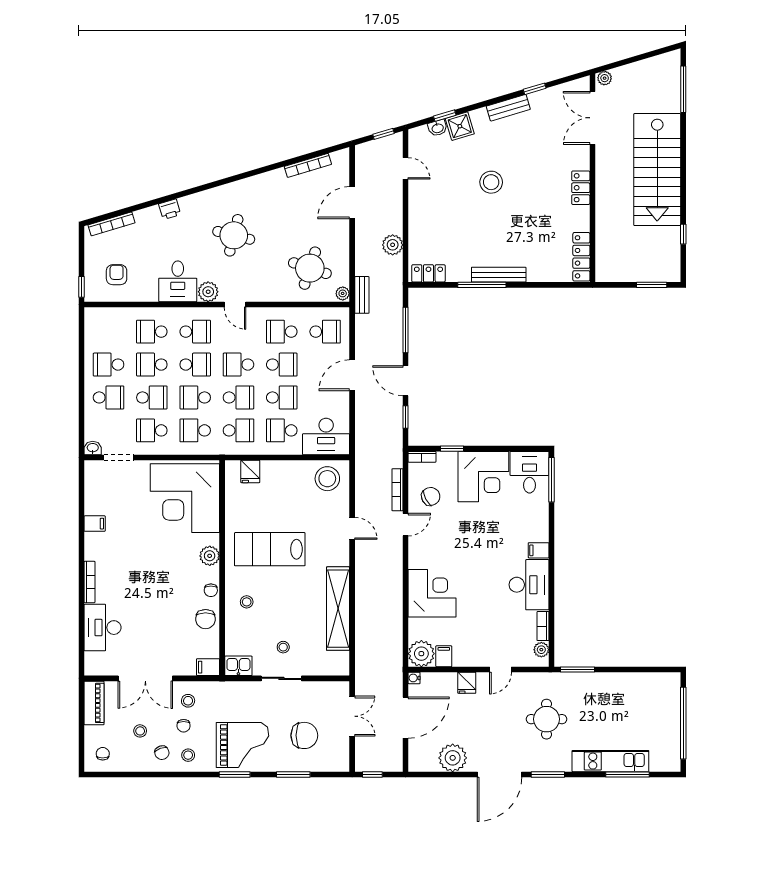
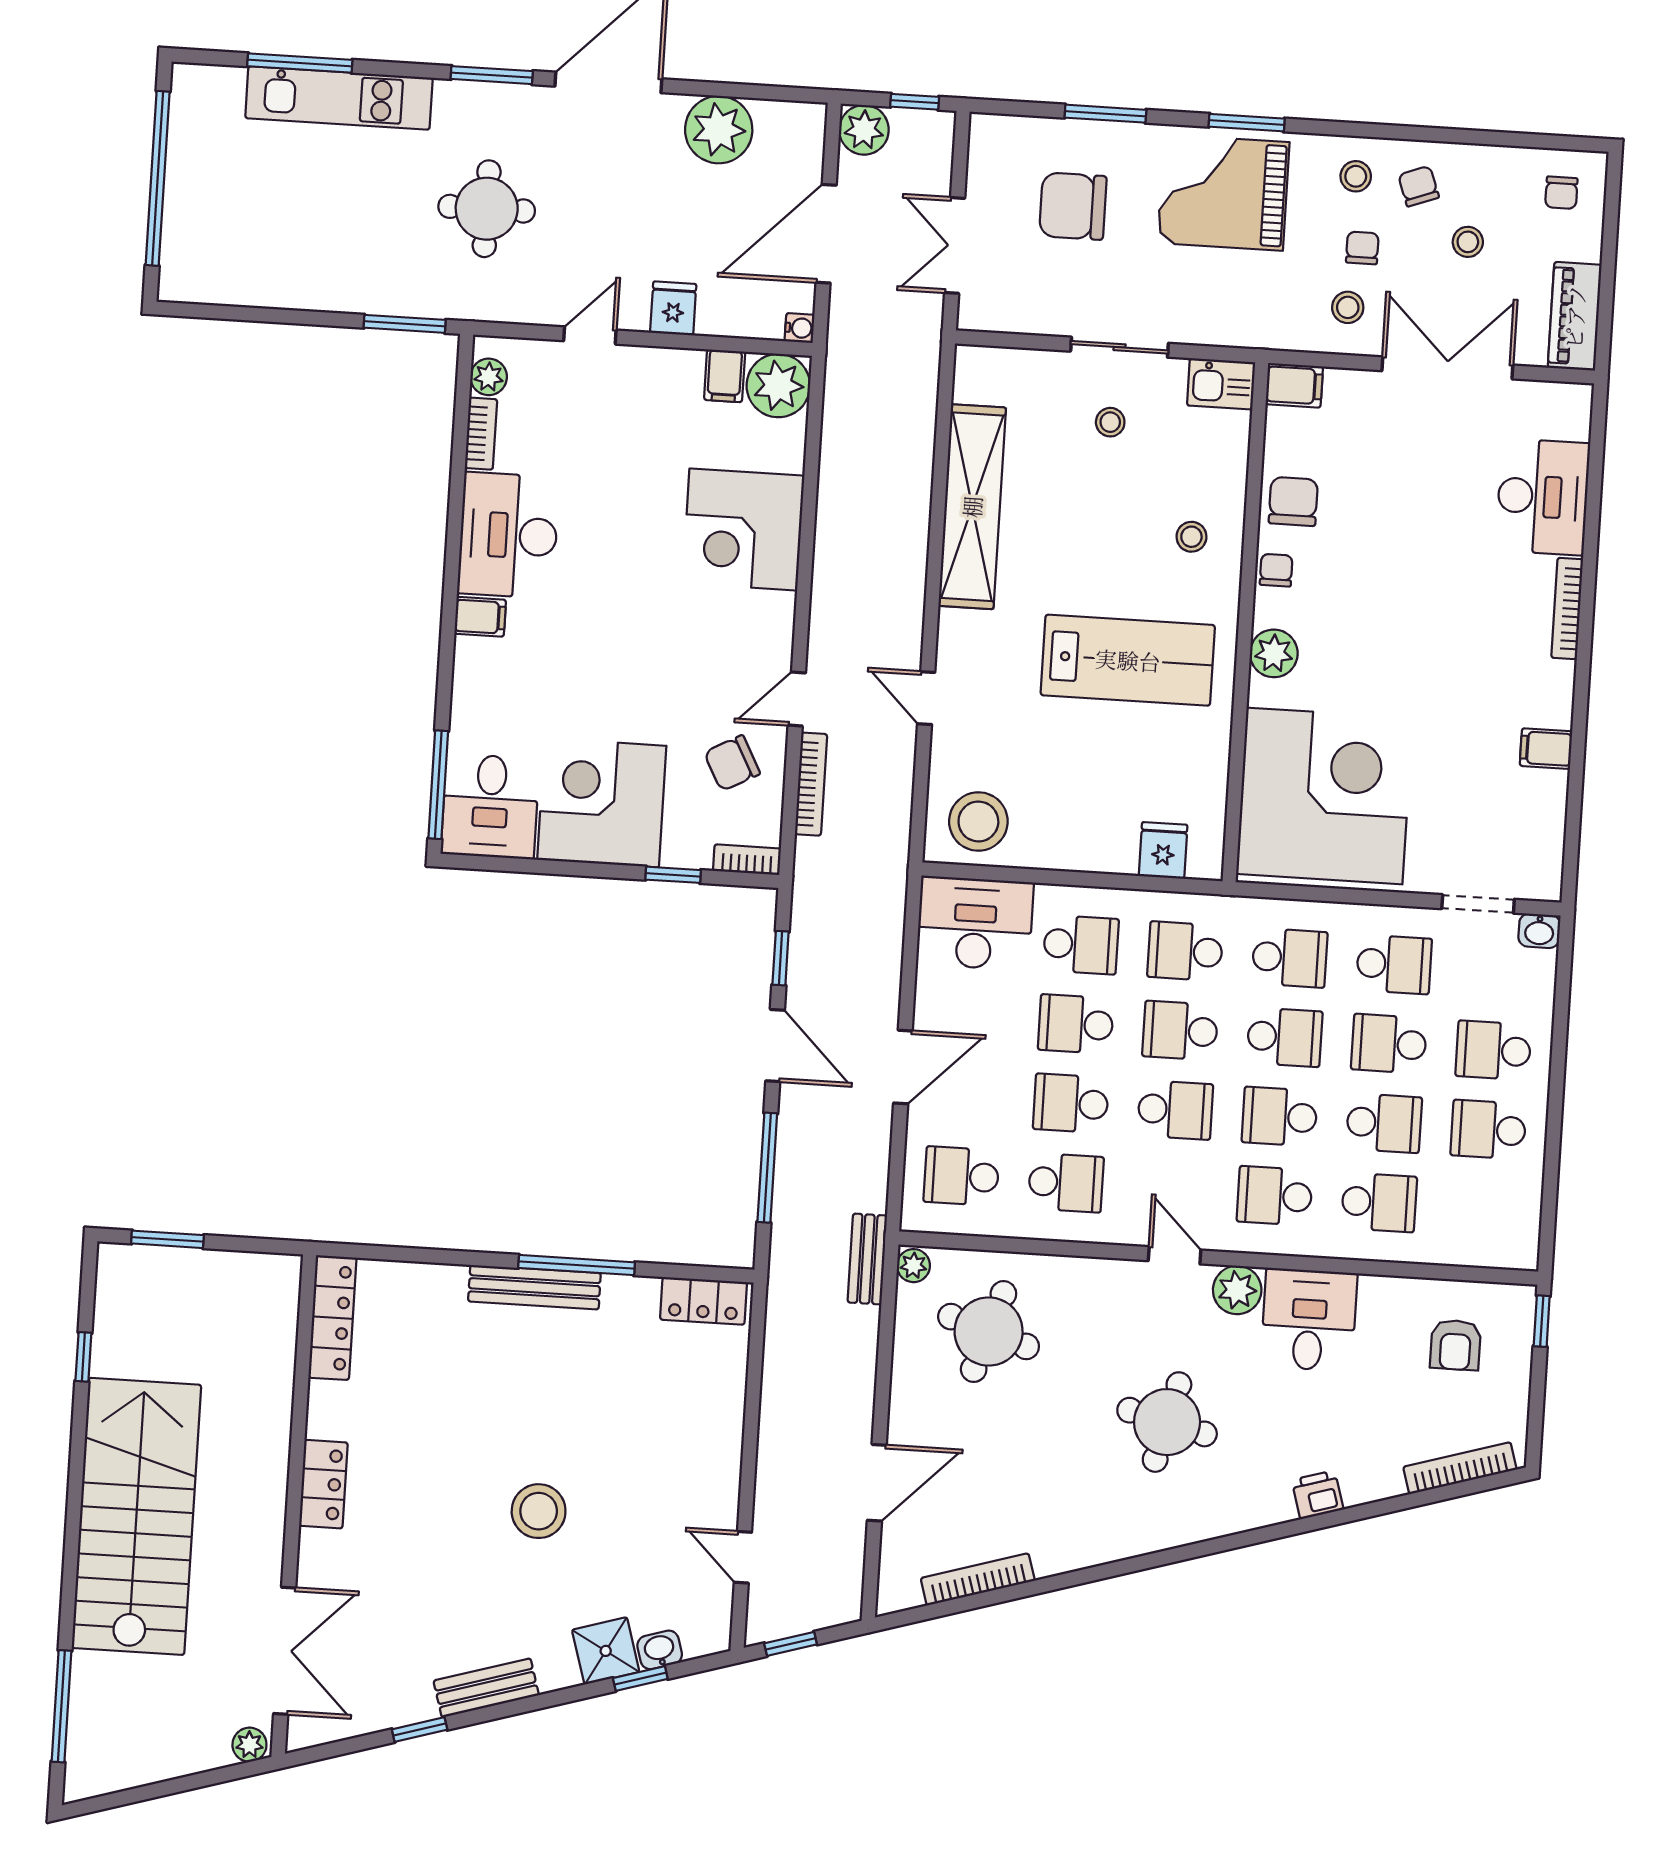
plant: (393, 245) -> (864, 130), moved
school desk: (109, 365) -> (1488, 1130), turned 180

